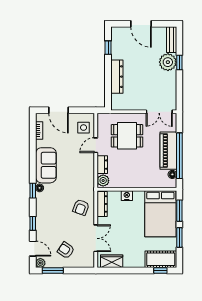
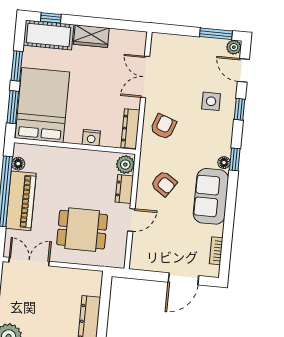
door: (59, 110) -> (183, 279), swing flipped
side table: (84, 128) -> (211, 101), moved
armchair: (66, 250) -> (164, 184), moved
wardrobe: (112, 261) -> (91, 36), moved

